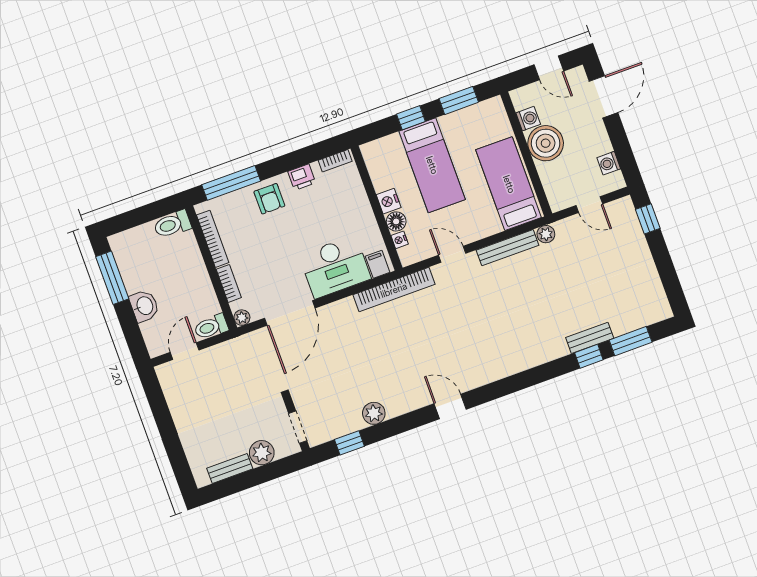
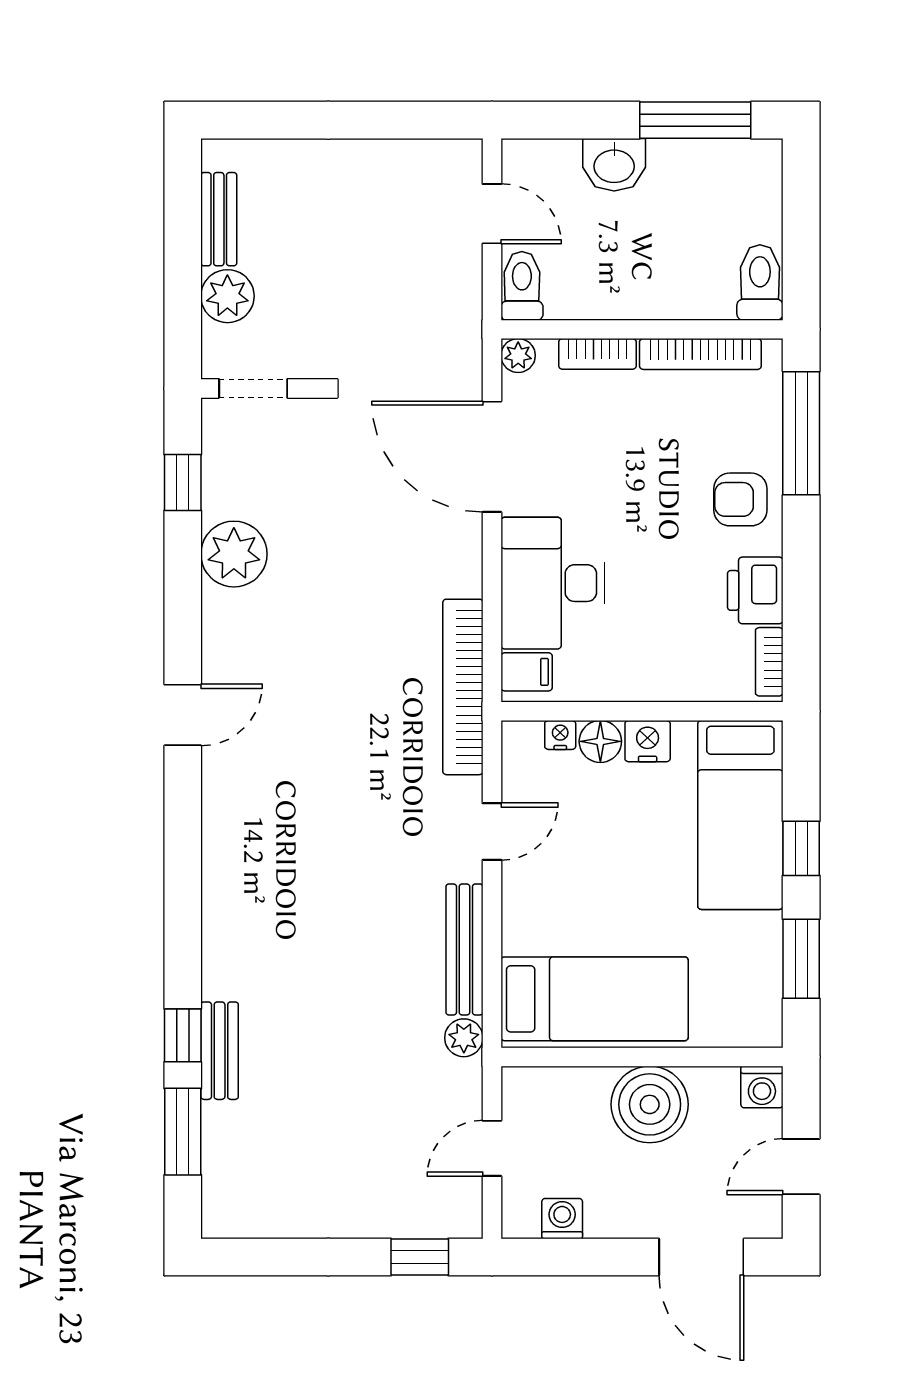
washing machine: (528, 119) -> (762, 1087), moved
bed: (432, 165) -> (740, 815), moved, turned -90
printer: (302, 177) -> (755, 590), width x1.36, depth x1.24
plant: (374, 413) -> (234, 554), width x1.36, depth x1.36

